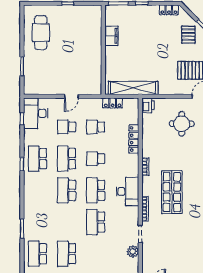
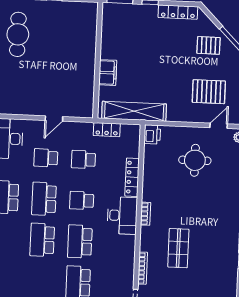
locker: (169, 10) -> (178, 12), width x1.53
pallet: (188, 35) -> (209, 45), turned 90
filing cabinet: (111, 36) -> (108, 73), moved
desk: (127, 191) -> (122, 216), moved
shop shelf: (172, 192) -> (178, 248), width x0.70, depth x0.74

